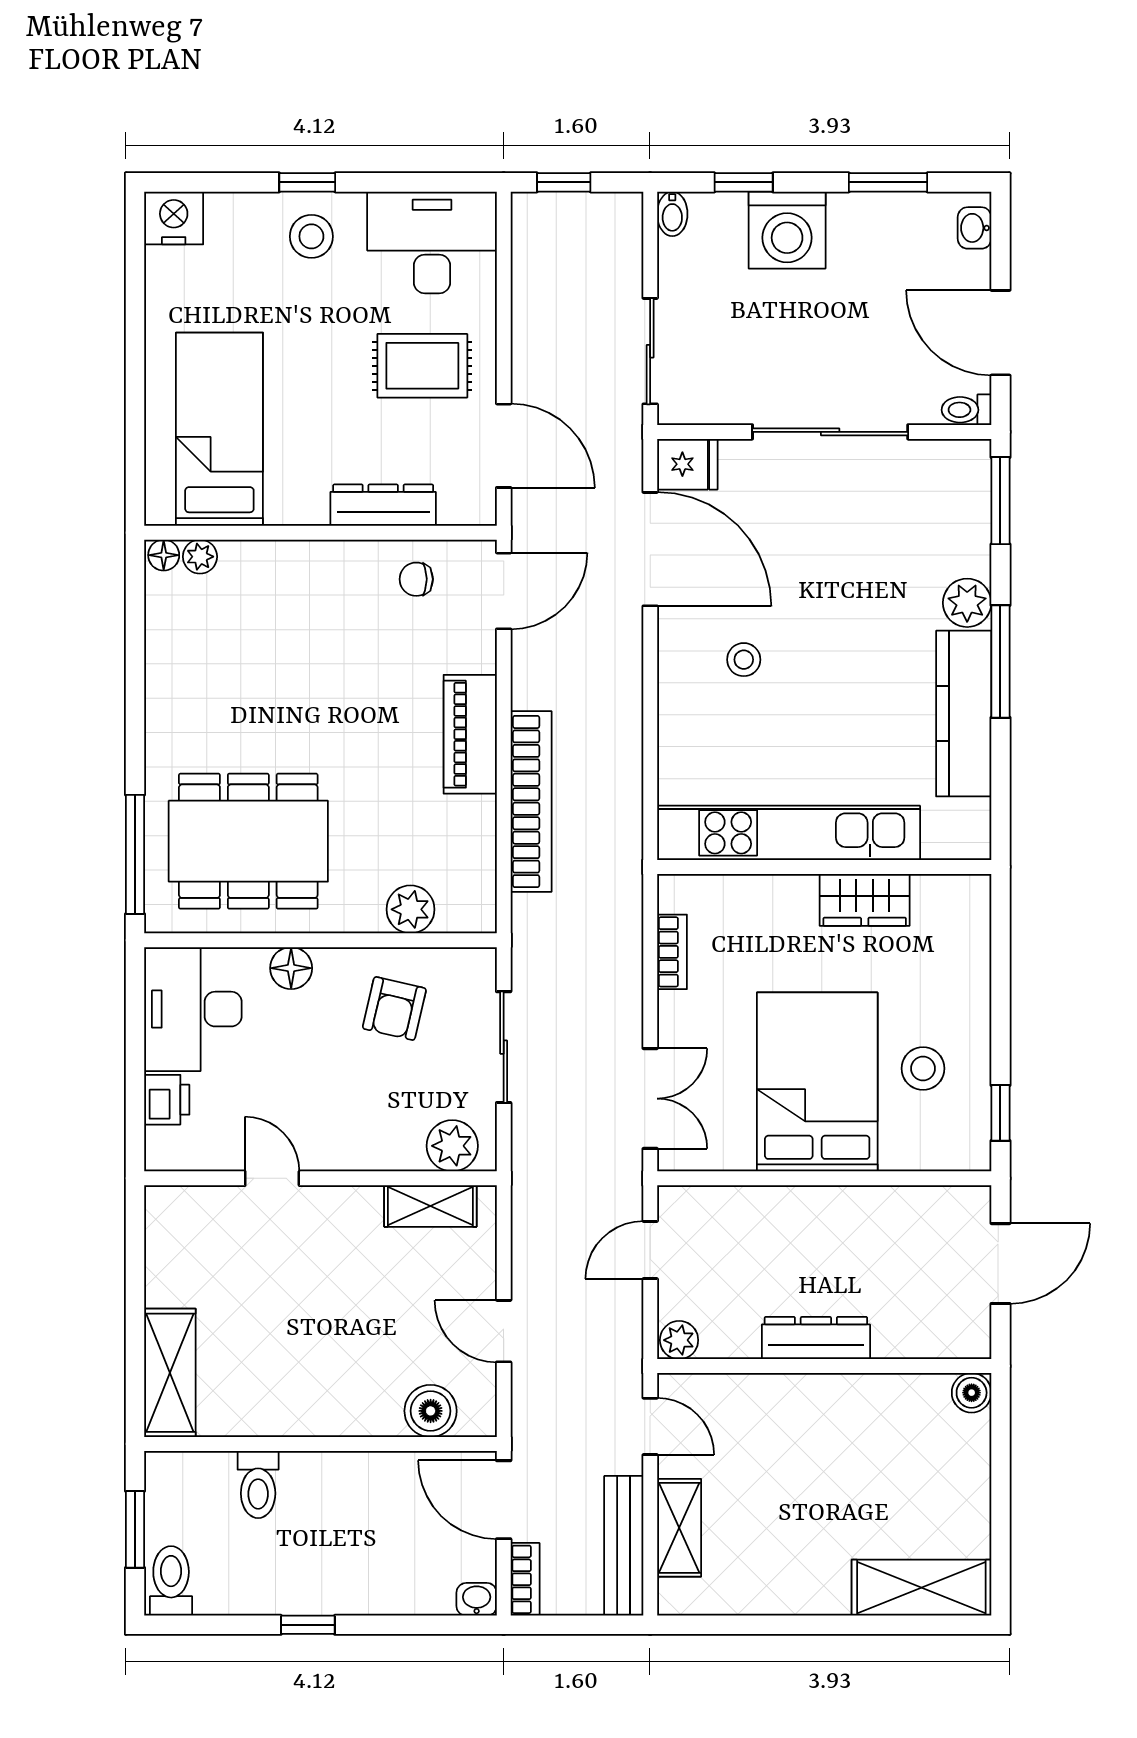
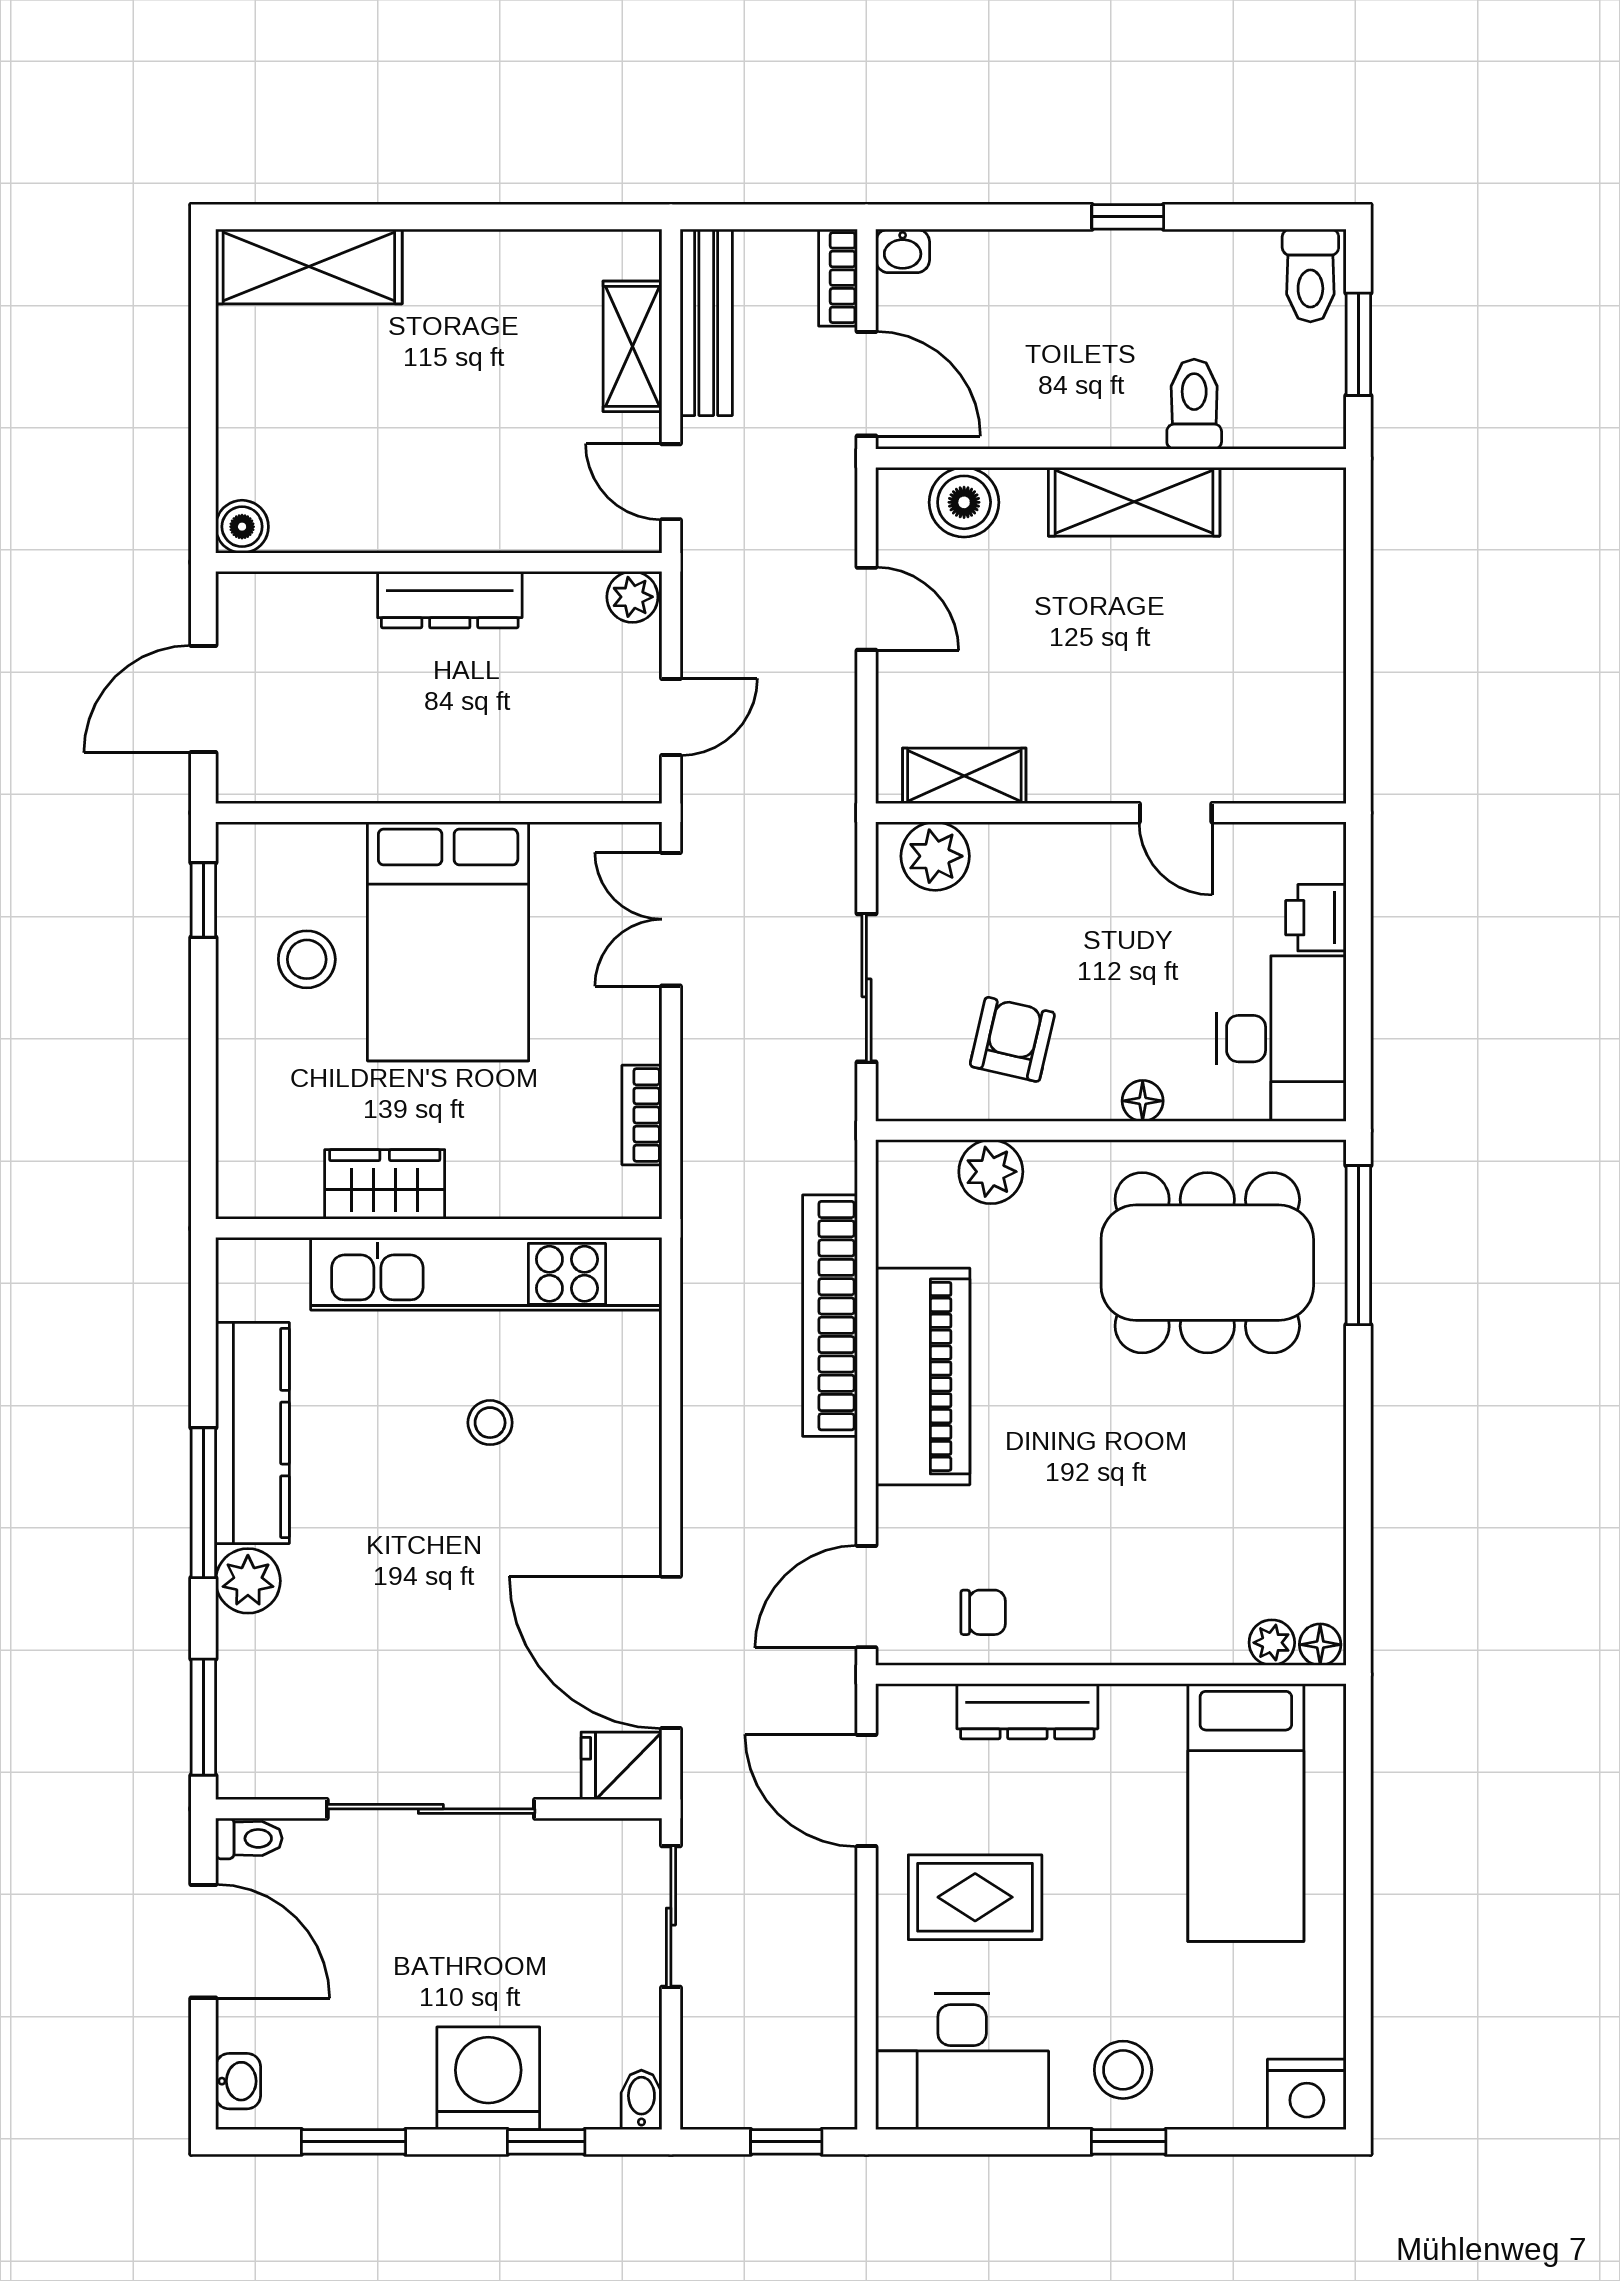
stool: (744, 660) -> (490, 1423), moved
piano: (470, 734) -> (923, 1376), width x1.37, depth x1.33
floor lamp: (291, 968) -> (1143, 1101), width x0.73, depth x0.73
shelving: (170, 1373) -> (1134, 502), moved, turned 90

